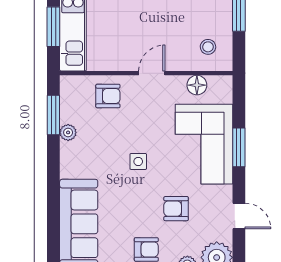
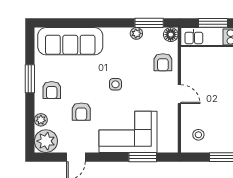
floor lamp: (197, 85) -> (171, 35), moved
window: (239, 147) -> (143, 157), moved
armchair: (176, 209) -> (81, 112), turned 180

